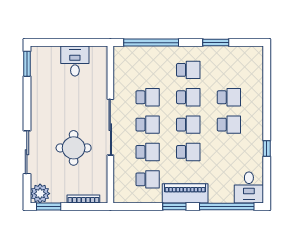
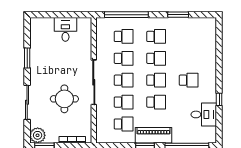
window: (27, 64) -> (27, 58), moved
school desk: (229, 97) -> (124, 36), moved
desk: (249, 187) -> (204, 114), moved, turned -90

